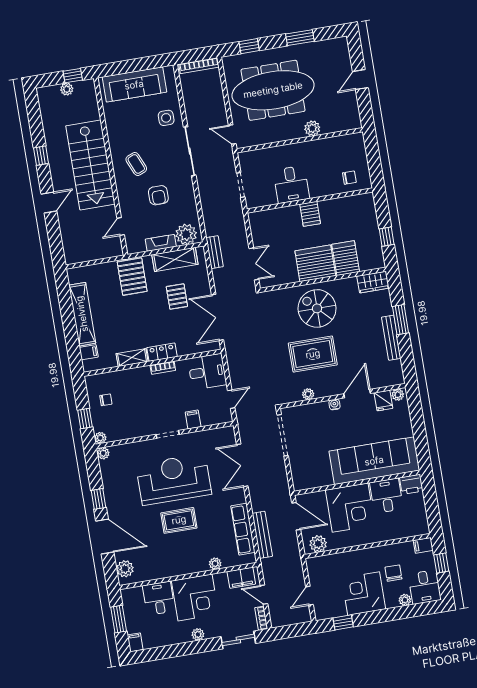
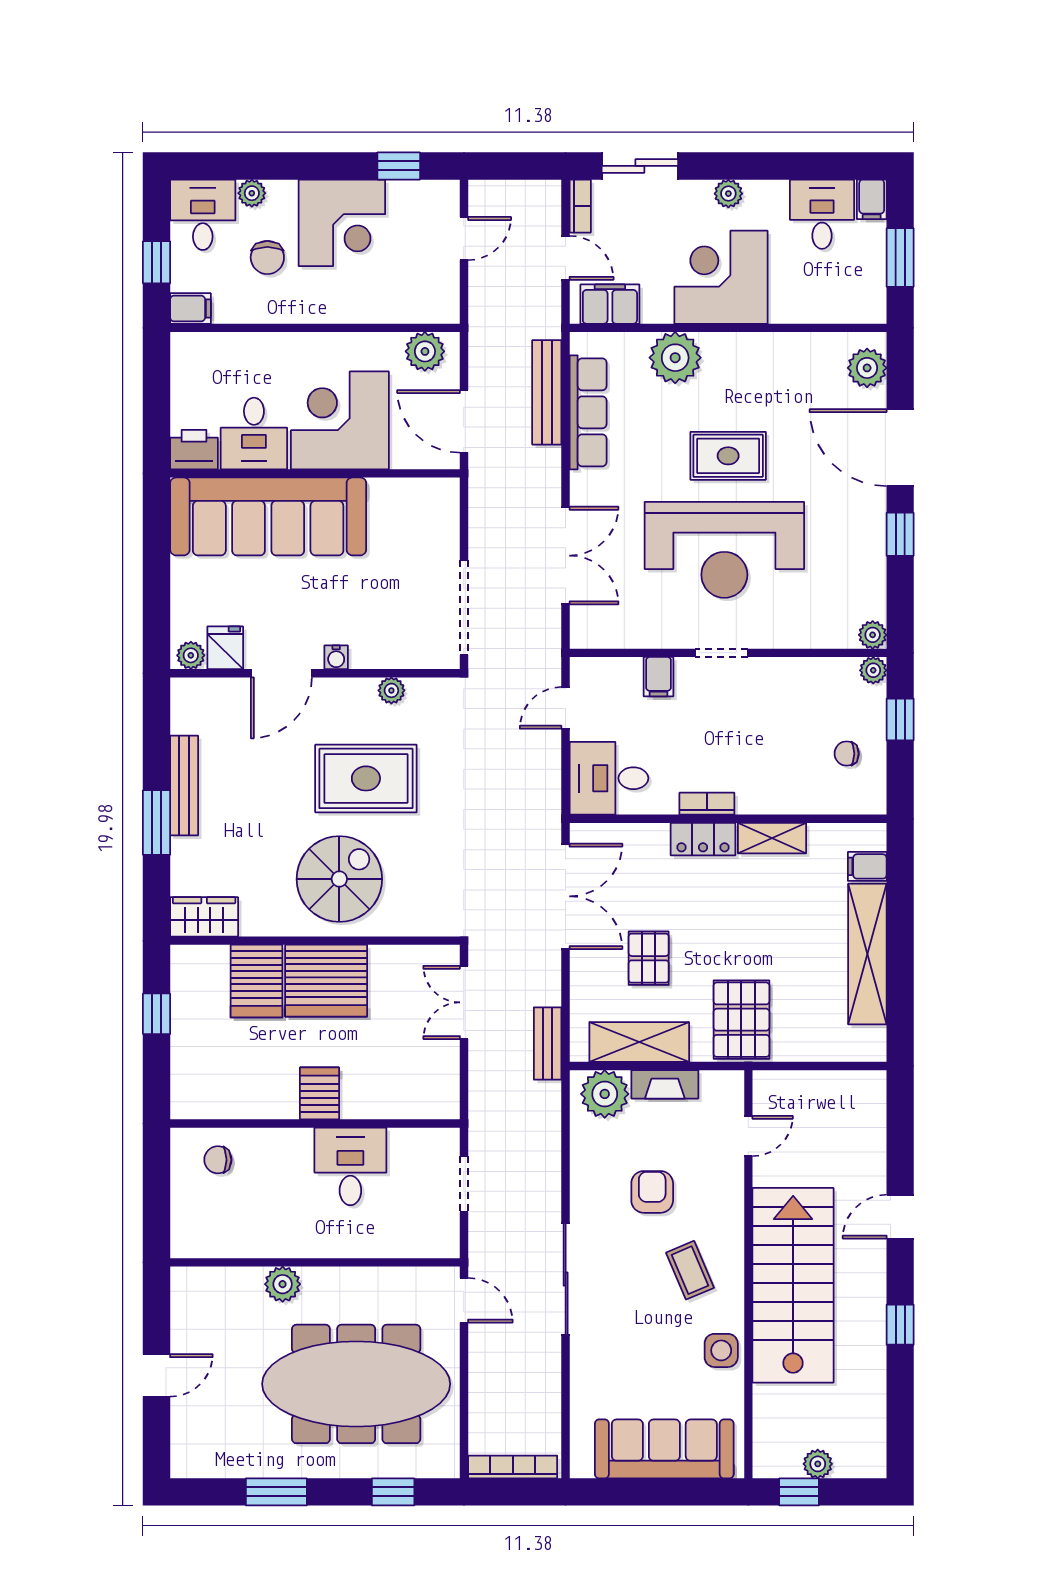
side table: (166, 118) -> (721, 1350), moved
spiral stairs: (317, 308) -> (339, 879), turned -90
plant: (215, 564) -> (675, 358), width x1.88, depth x1.88
desk: (159, 598) -> (822, 214), moved, turned 180

